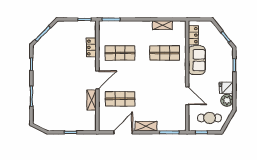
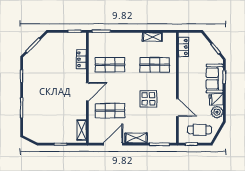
sofa: (197, 60) -> (215, 79), moved, turned 180
display table: (158, 87) -> (148, 99), added
shelving: (91, 100) -> (82, 130), moved

